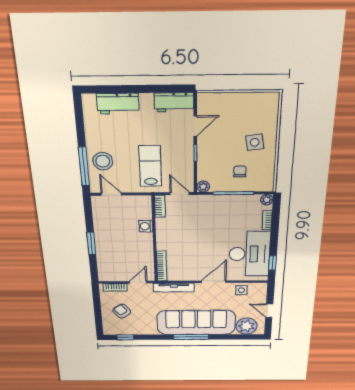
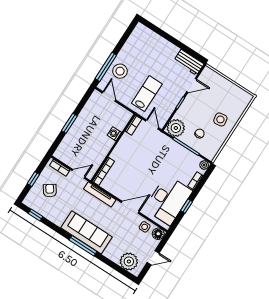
workbench: (118, 104) -> (156, 41), removed
plant: (203, 187) -> (176, 128), width x1.88, depth x1.88
window: (272, 263) -> (186, 206), moved
floor lamp: (260, 288) -> (158, 234), added
window: (98, 311) -> (33, 179), added
door: (269, 311) -> (153, 258), swing flipped
sofa: (196, 322) -> (86, 232), width x0.74, depth x0.79

